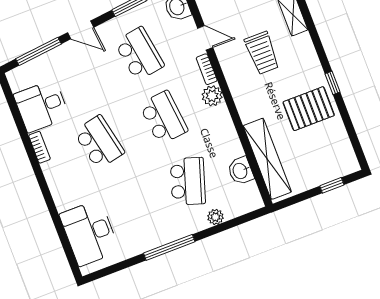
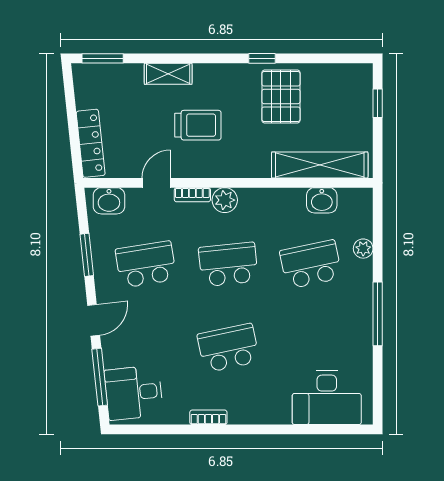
desk: (41, 106) -> (134, 393), moved, turned 84
school desk: (188, 181) -> (311, 264), turned -30

